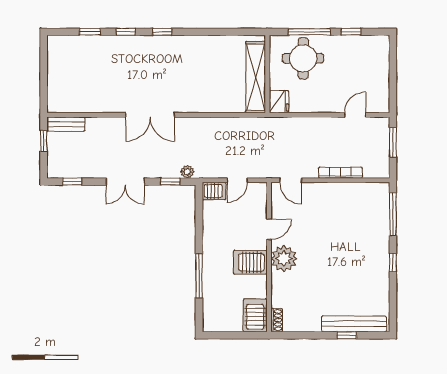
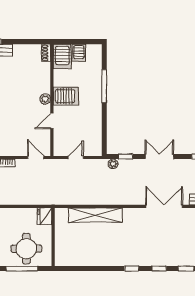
shelving: (256, 77) -> (95, 215), moved, turned 90
double door: (150, 115) -> (164, 206), moved
server rack: (214, 191) -> (79, 53), moved, turned -90
plant: (284, 259) -> (45, 99), width x0.53, depth x0.53

